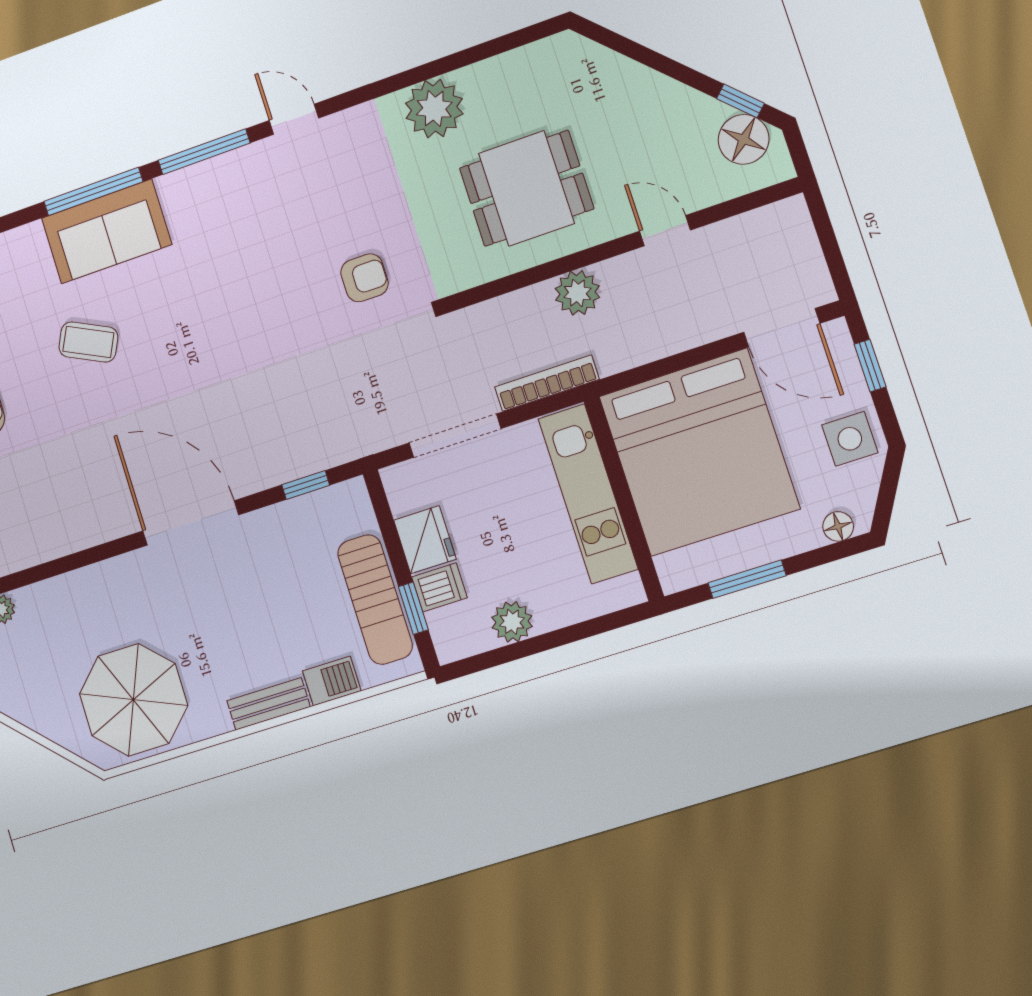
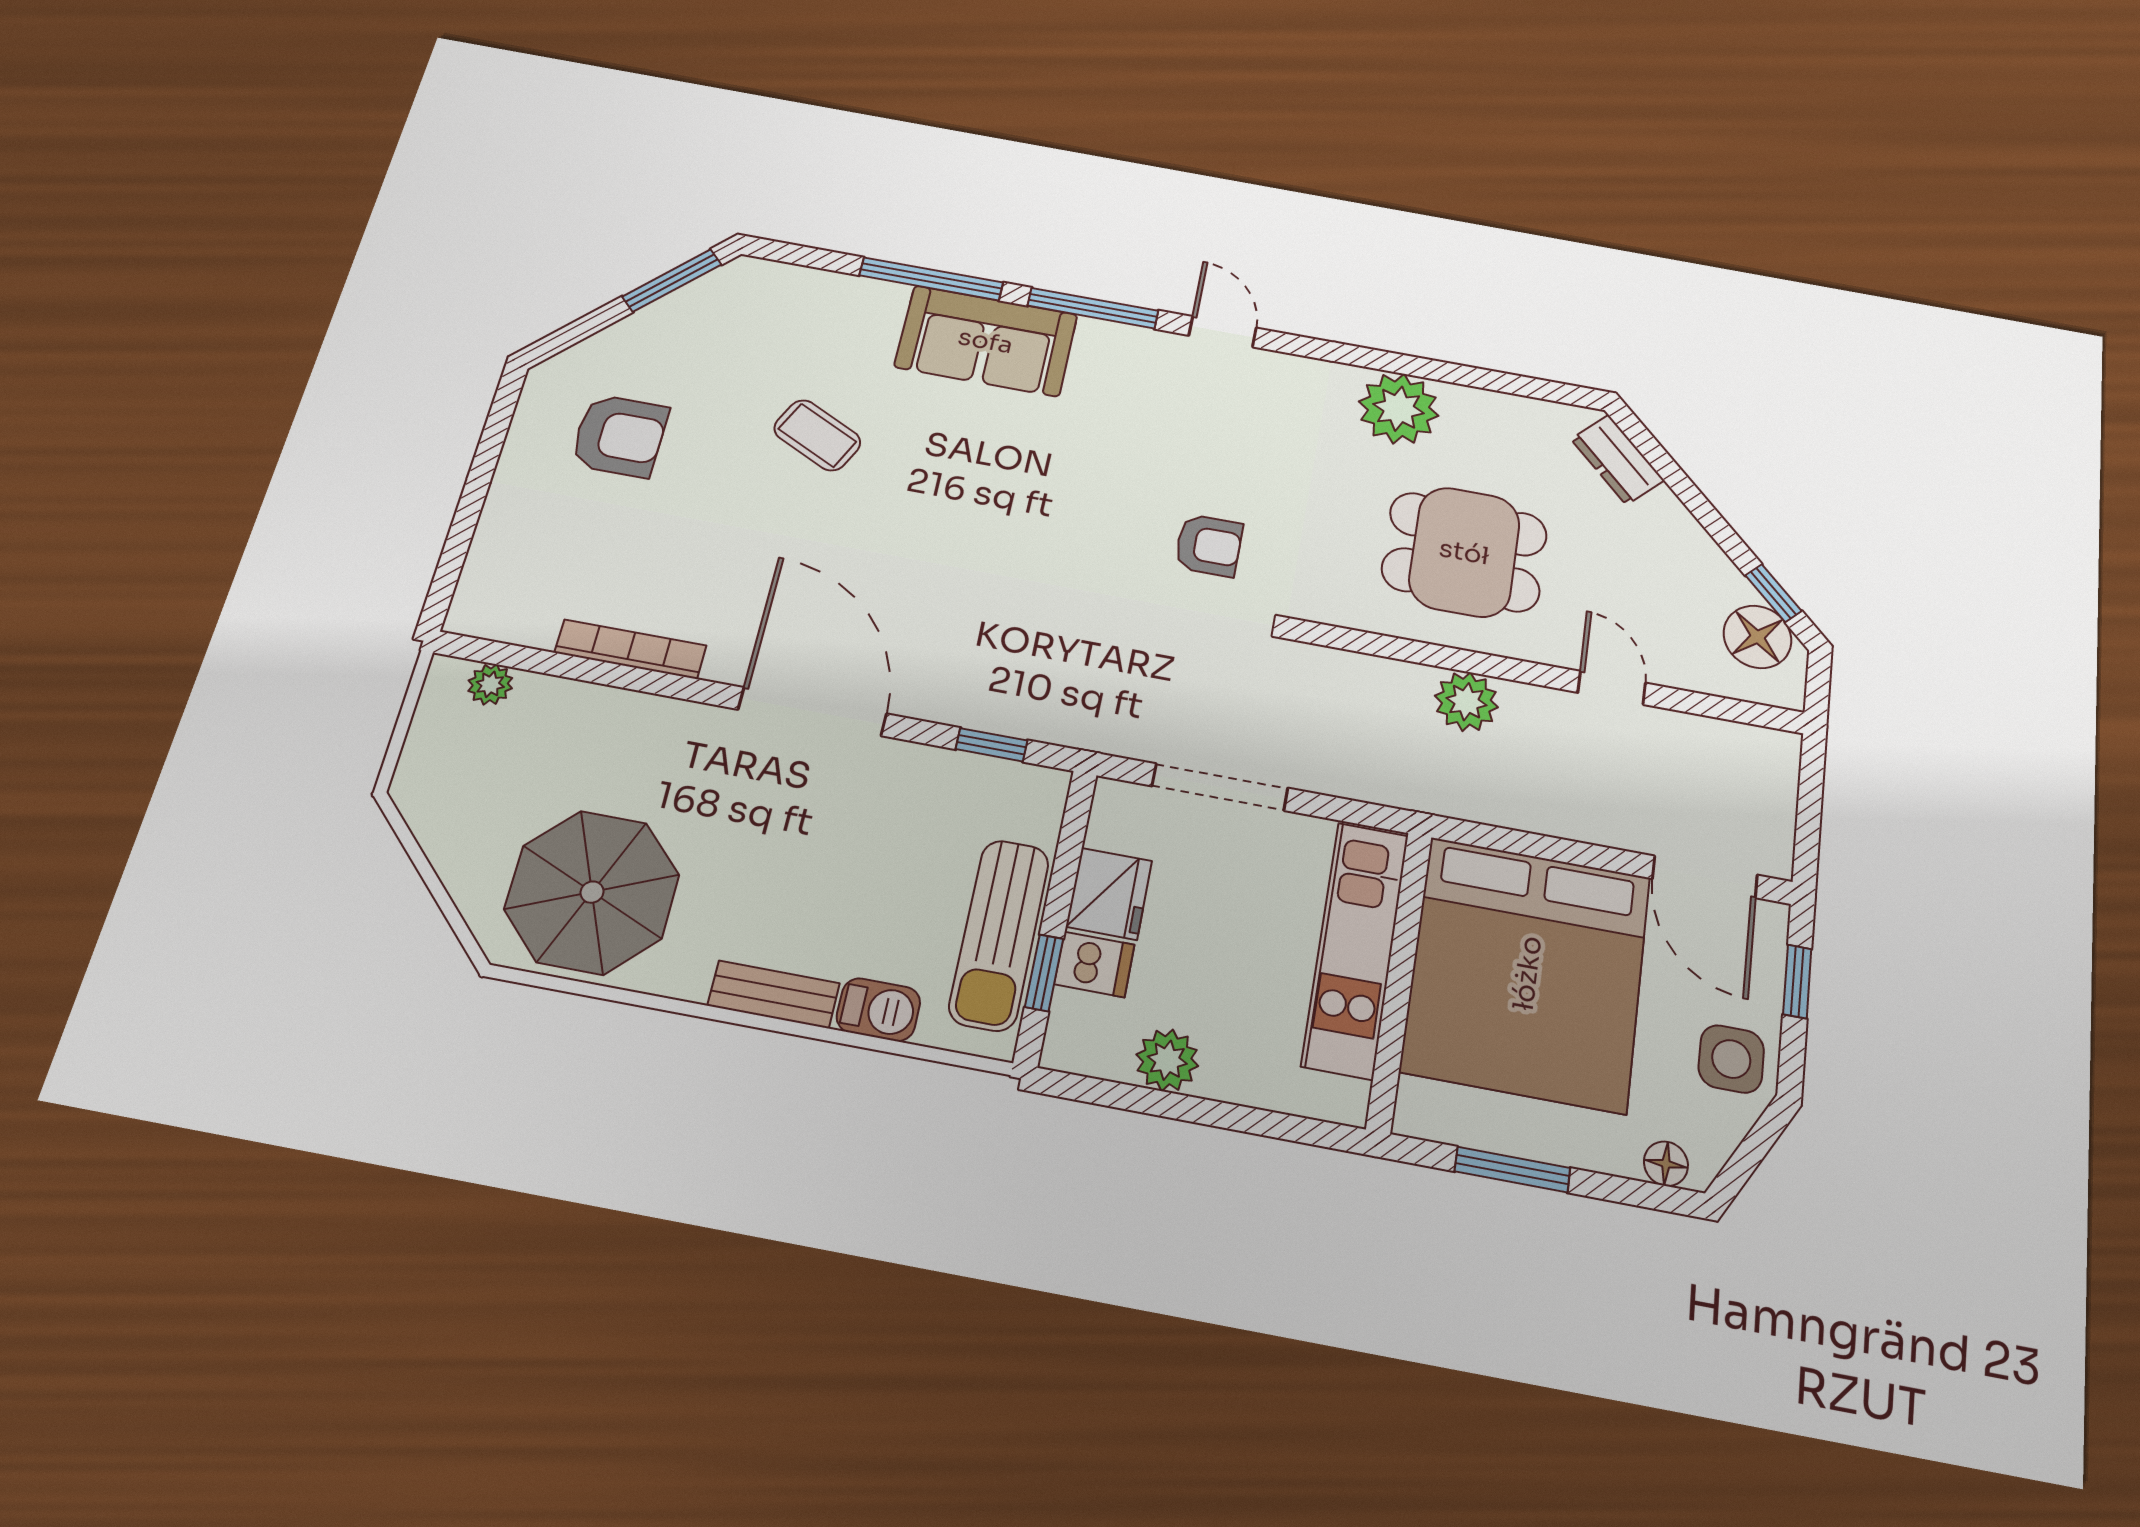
dresser: (594, 61) -> (1617, 460), added
sofa: (107, 231) -> (986, 341), moved
bookcase: (547, 383) -> (630, 649), moved

